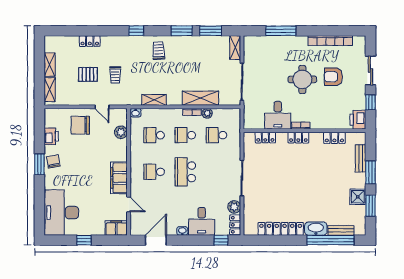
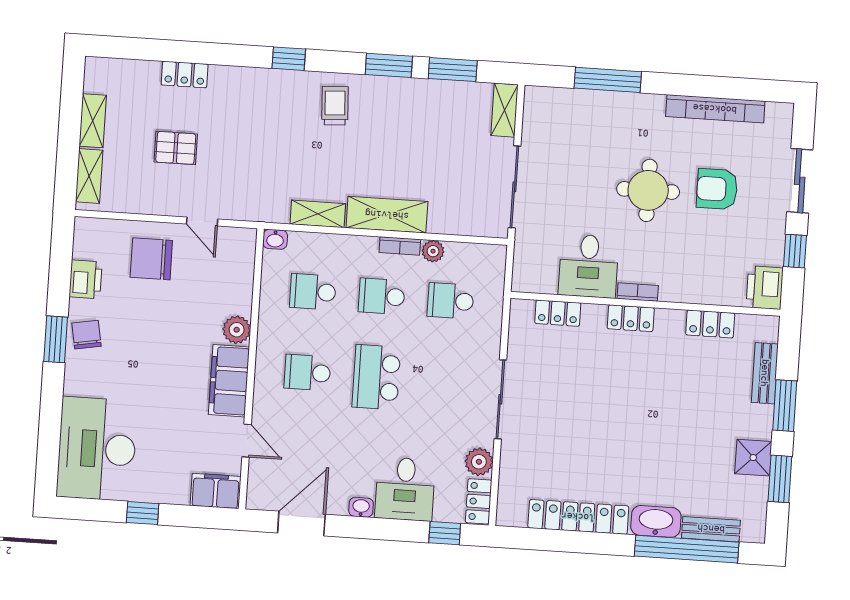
trolley: (115, 75) -> (236, 153), removed
shelving: (200, 98) -> (387, 215), moved
plant: (121, 132) -> (237, 330), moved

